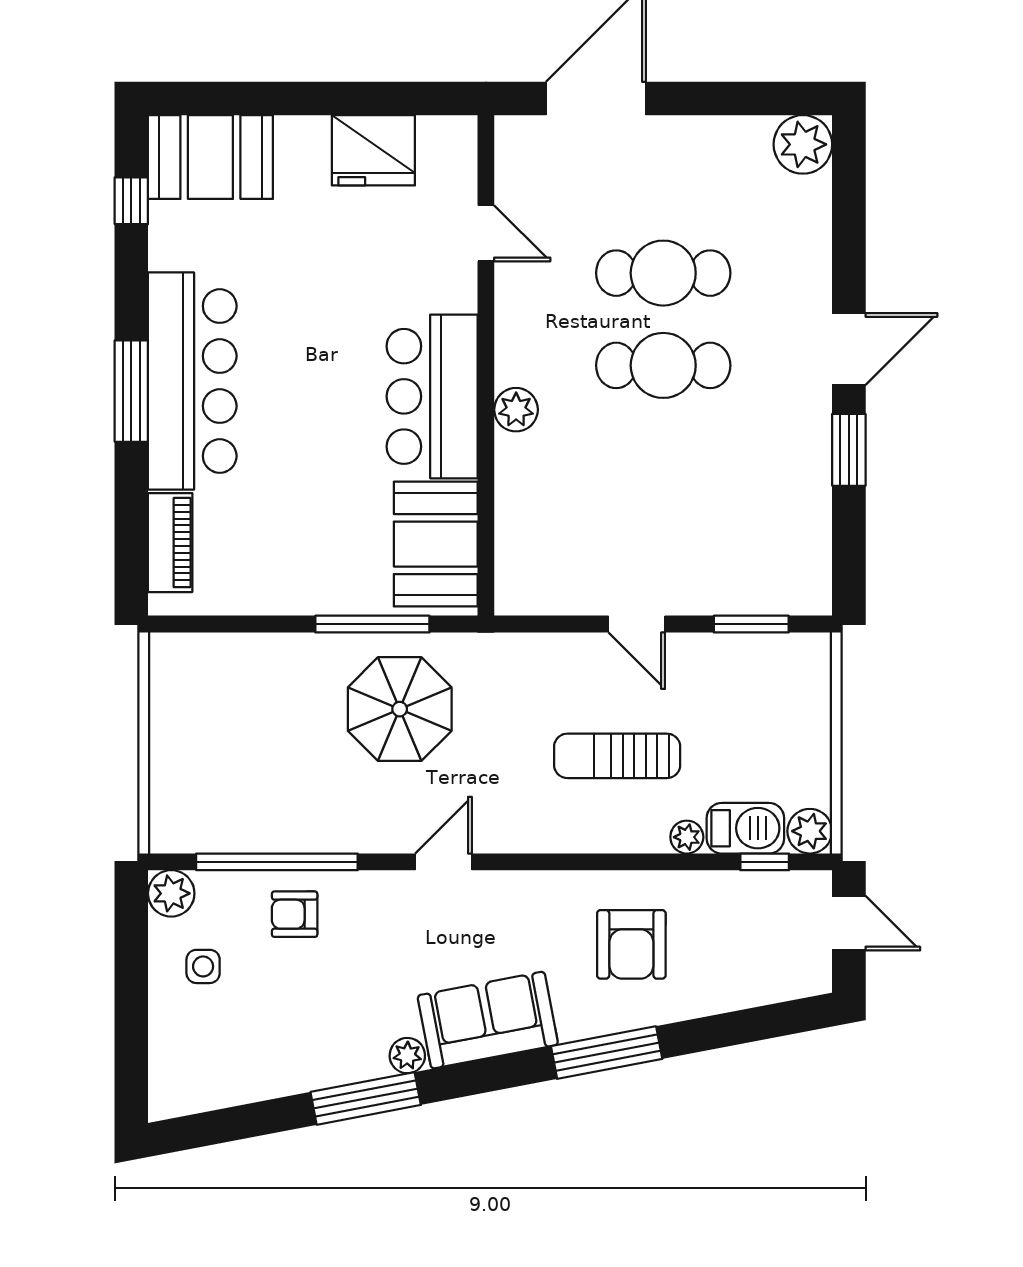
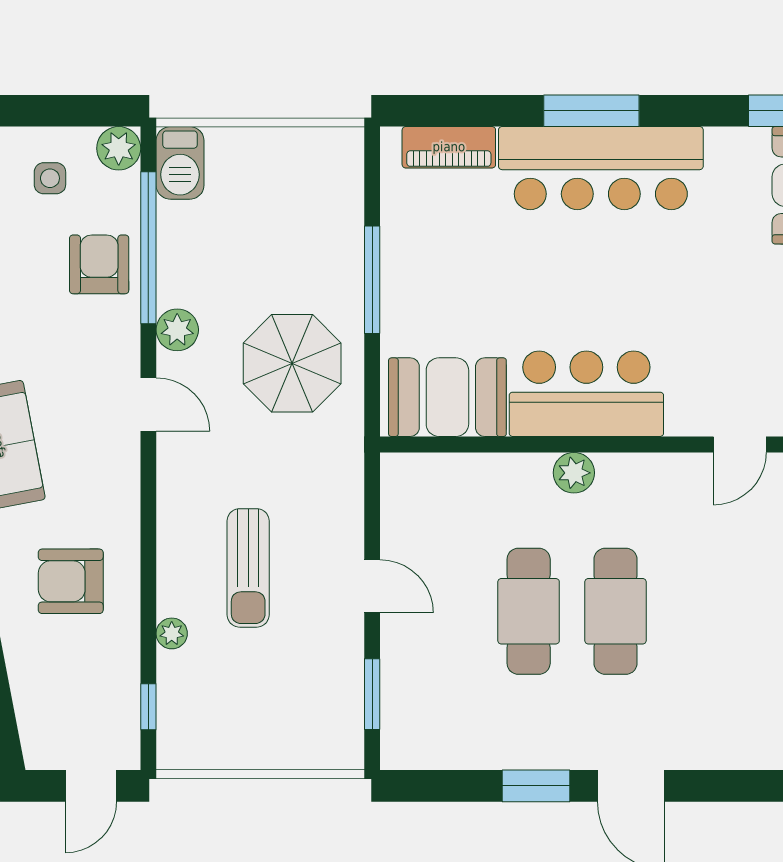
cafe table: (663, 273) -> (529, 611), moved
window: (372, 624) -> (372, 280), moved
door: (637, 624) -> (372, 586), swing flipped
sun lounger: (617, 756) -> (248, 568), turned 180
barbecue: (745, 828) -> (180, 163), moved
plant: (810, 831) -> (177, 330), moved
armchair: (295, 914) -> (99, 264), width x1.38, depth x1.38

